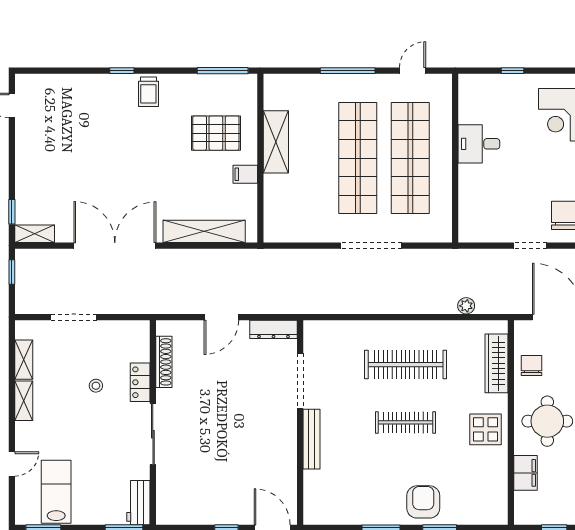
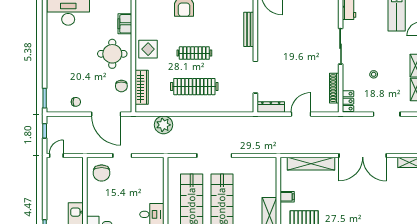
plant: (466, 306) -> (163, 125), width x1.88, depth x1.88
locker: (140, 382) -> (348, 101), moved
bench: (311, 439) -> (249, 29), moved

